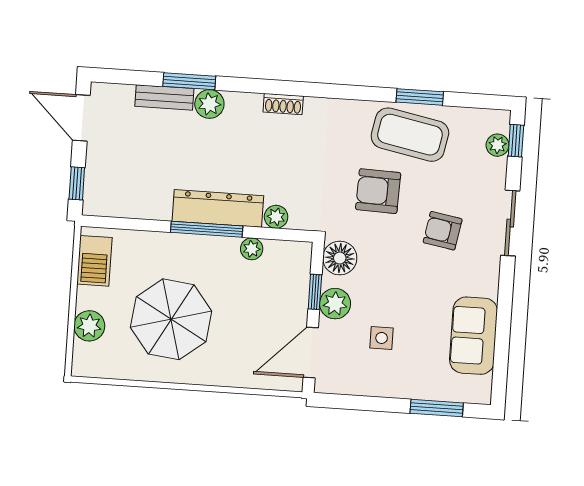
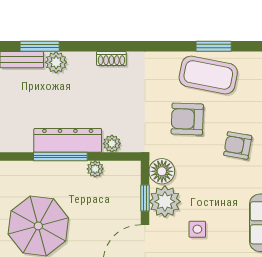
plant: (335, 304) -> (165, 202), width x1.36, depth x1.36

